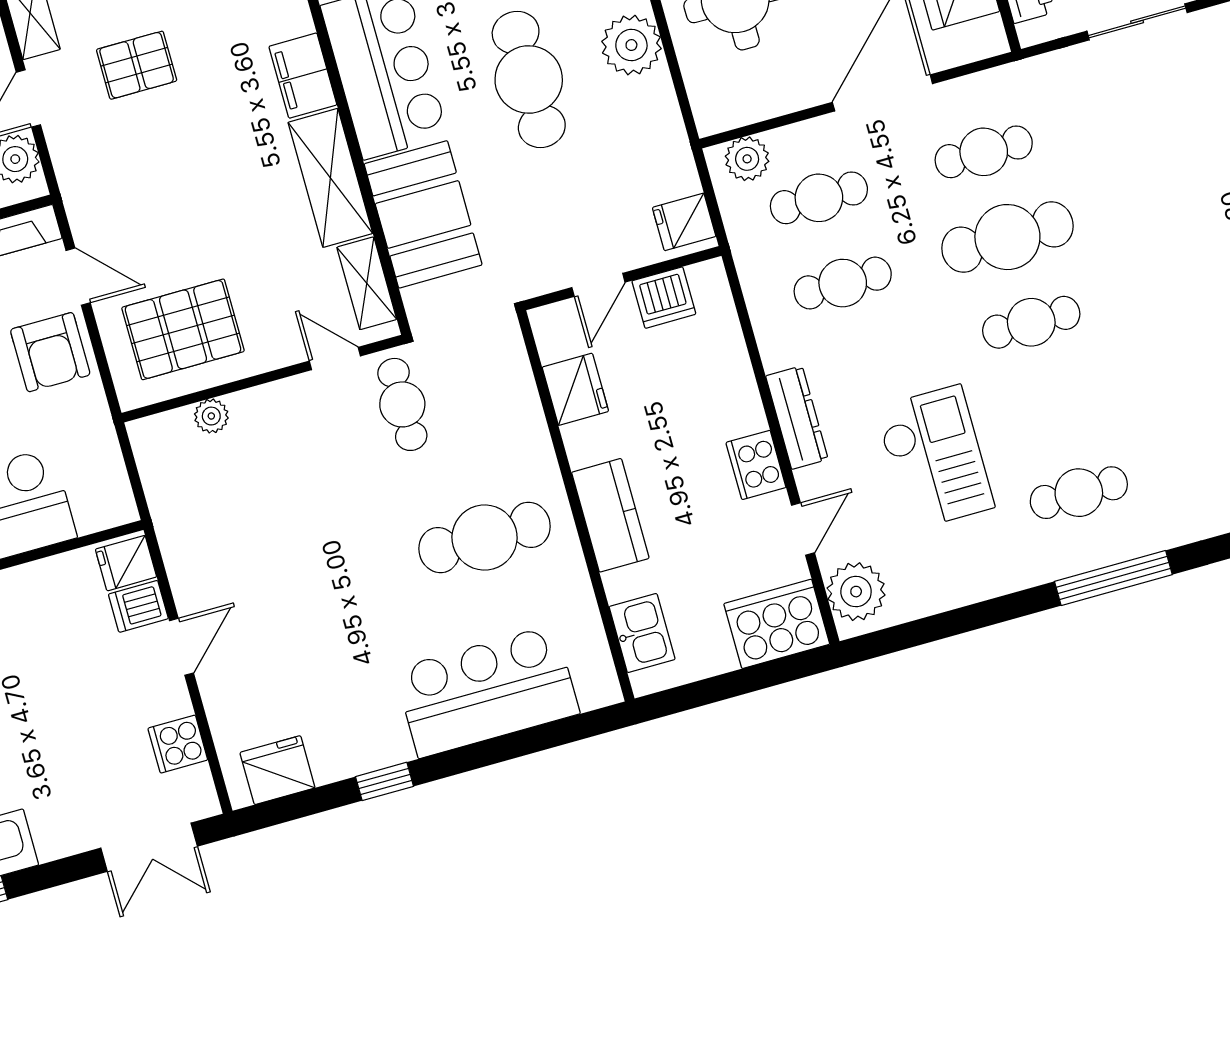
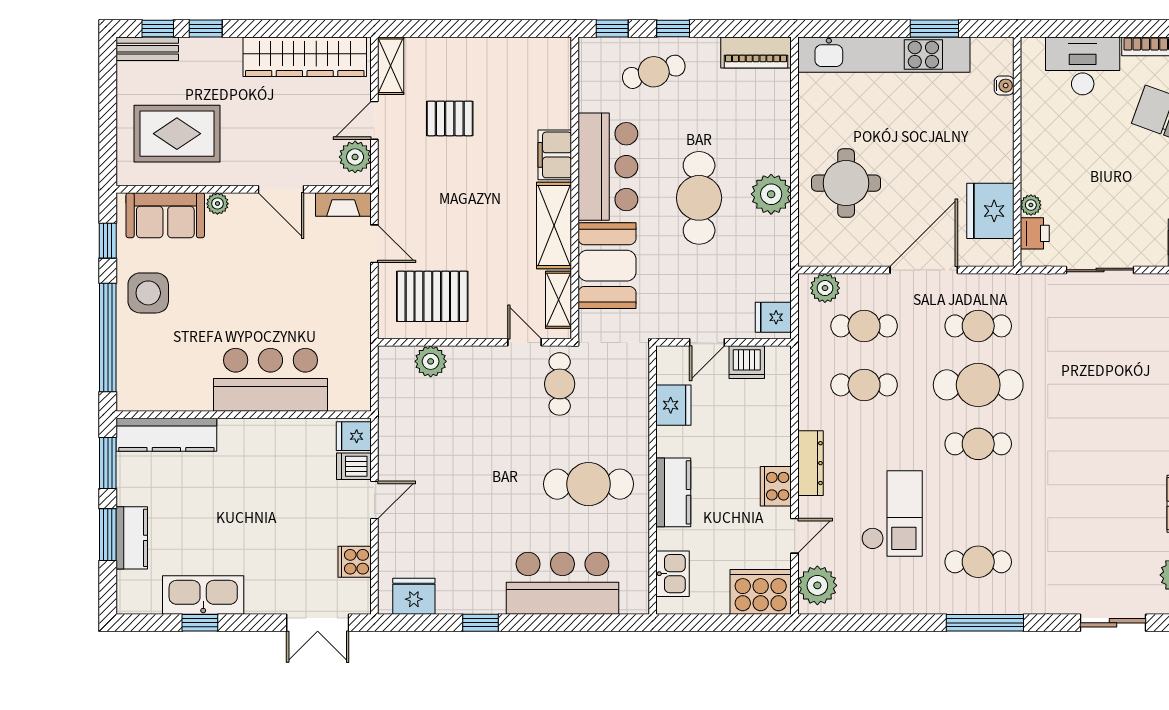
armchair: (50, 352) -> (343, 287), removed
plant: (211, 416) -> (431, 361), width x1.38, depth x1.38

